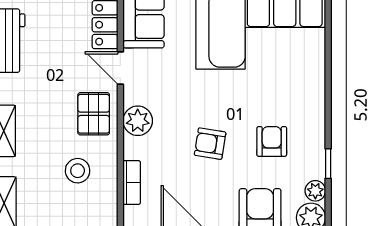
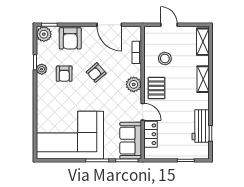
armchair: (210, 144) -> (96, 73), turned 130
plant: (315, 191) -> (42, 69), moved

